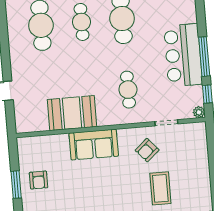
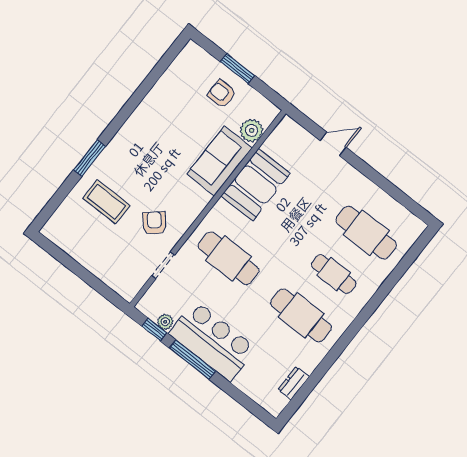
cafe table: (128, 90) -> (229, 258), width x1.37, depth x1.35
plant: (199, 112) -> (165, 322), moved
plant: (44, 144) -> (252, 130), added
sofa: (94, 145) -> (220, 161), moved

